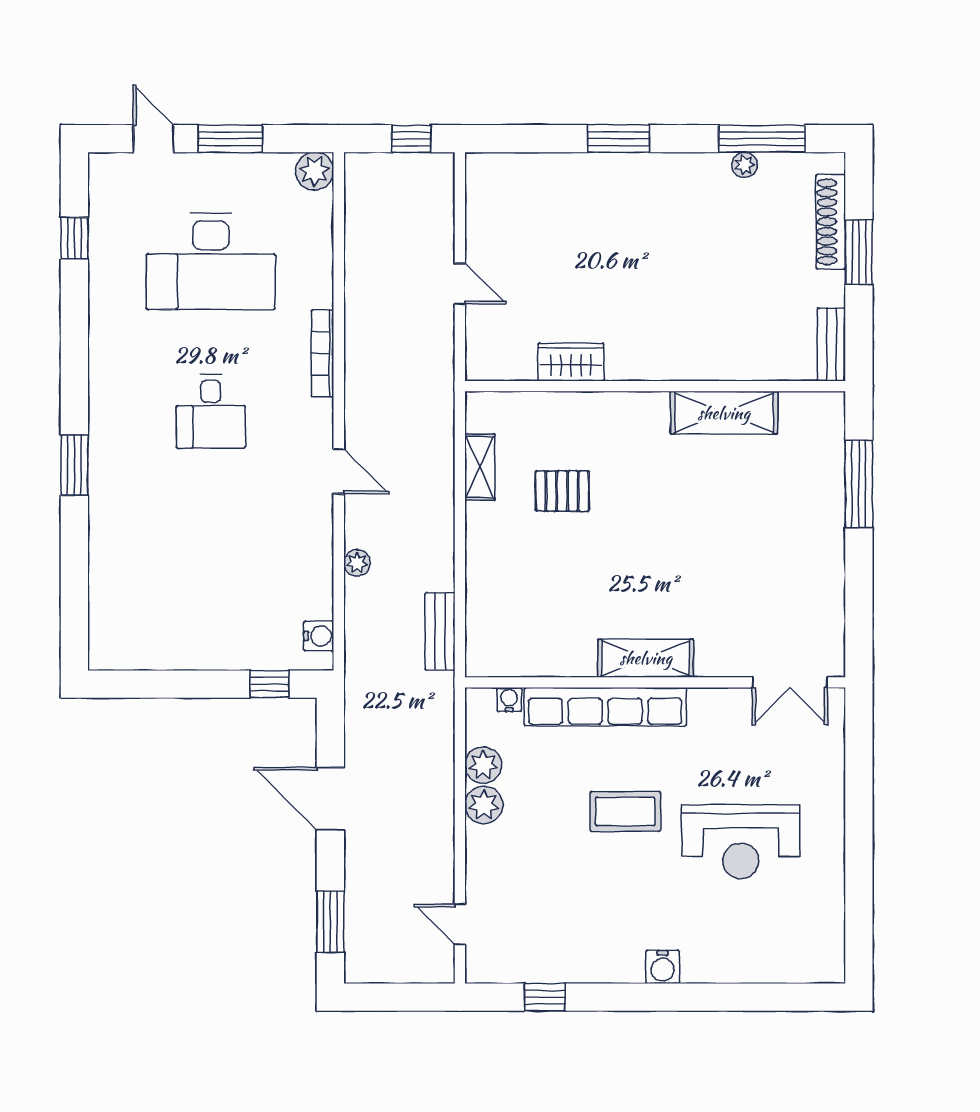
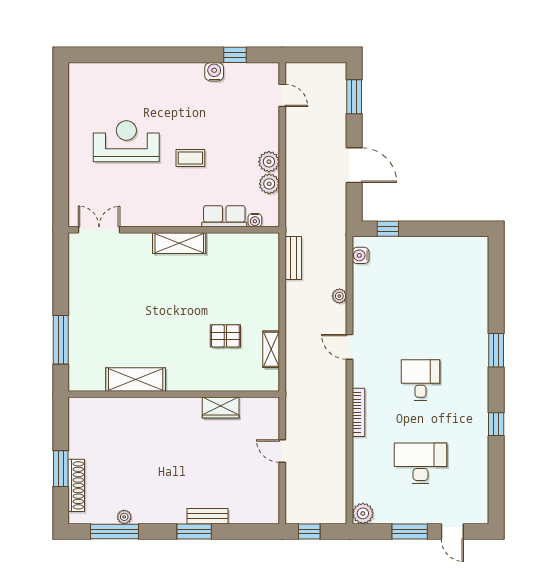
window: (74, 238) -> (496, 424), moved
desk: (211, 261) -> (420, 463), width x0.73, depth x0.77
bench: (831, 344) -> (208, 516), moved, turned 90
row of seats: (605, 707) -> (224, 216), width x0.50
coffee table: (625, 811) -> (190, 158), width x0.73, depth x0.77
water cooler: (663, 967) -> (214, 72), moved

